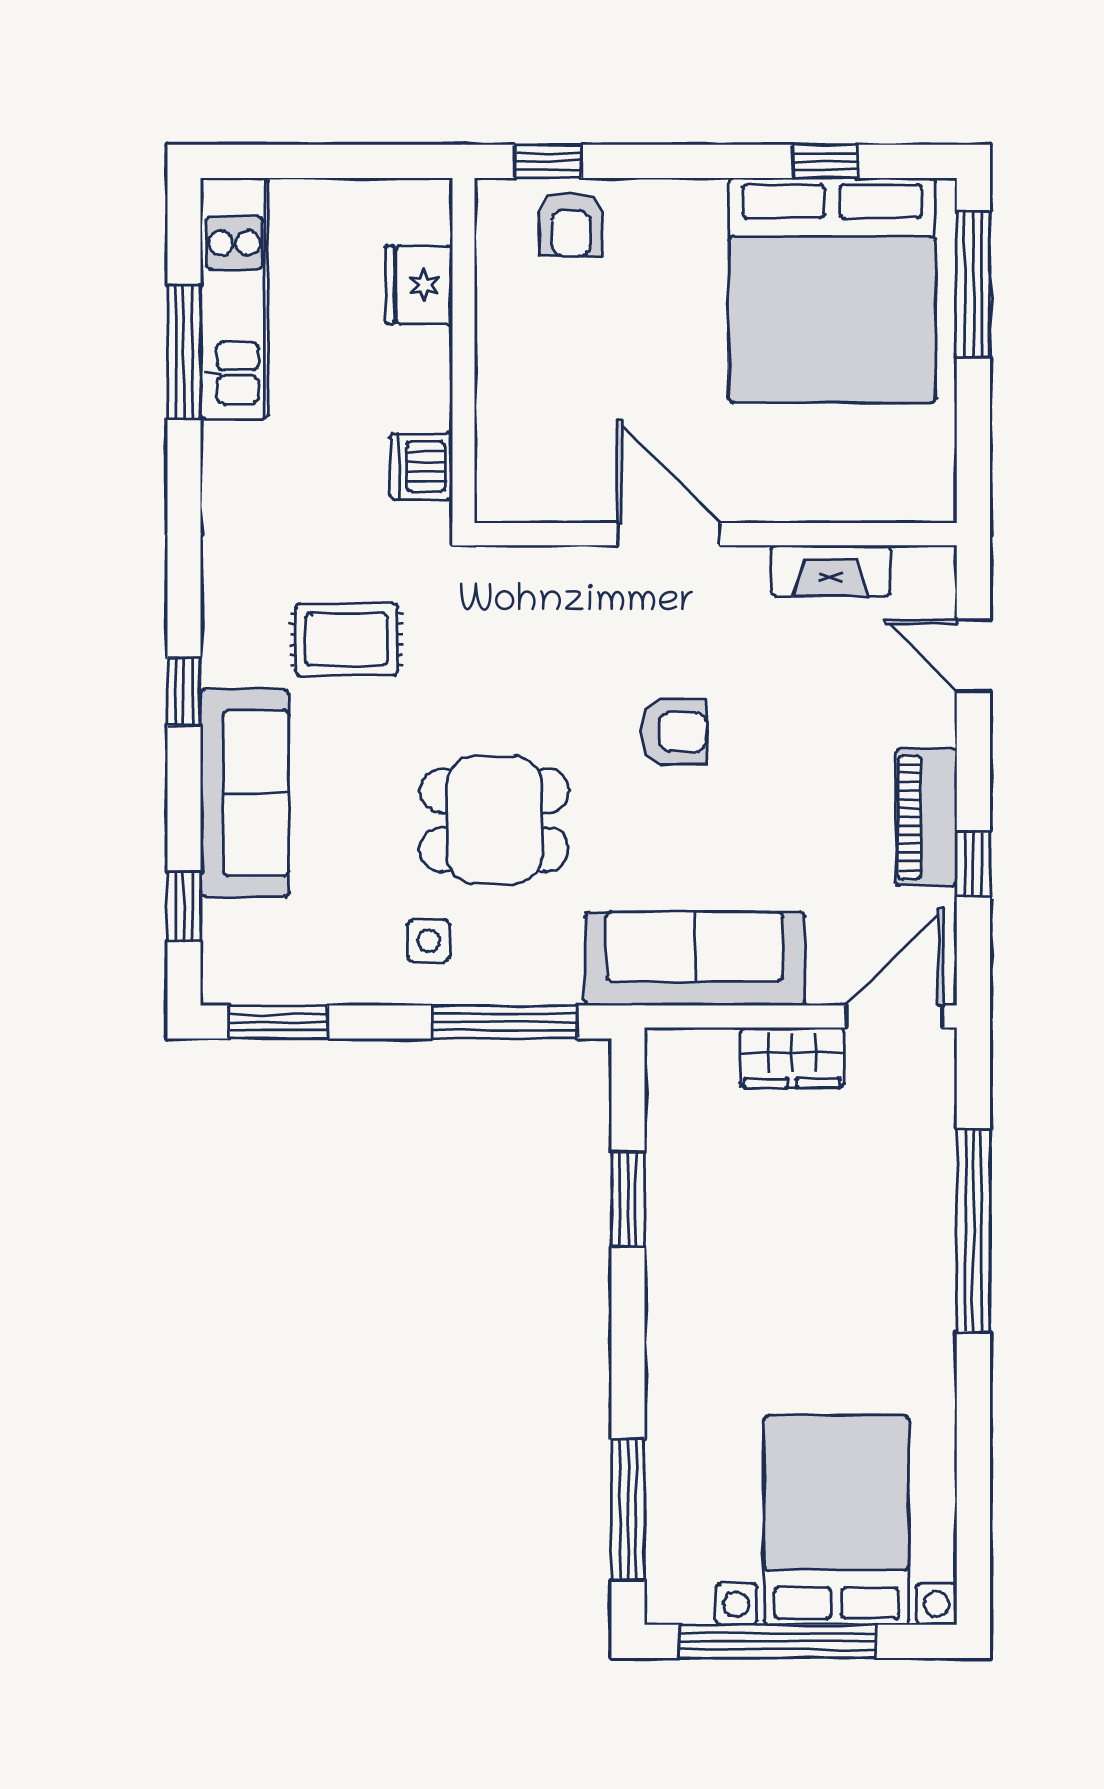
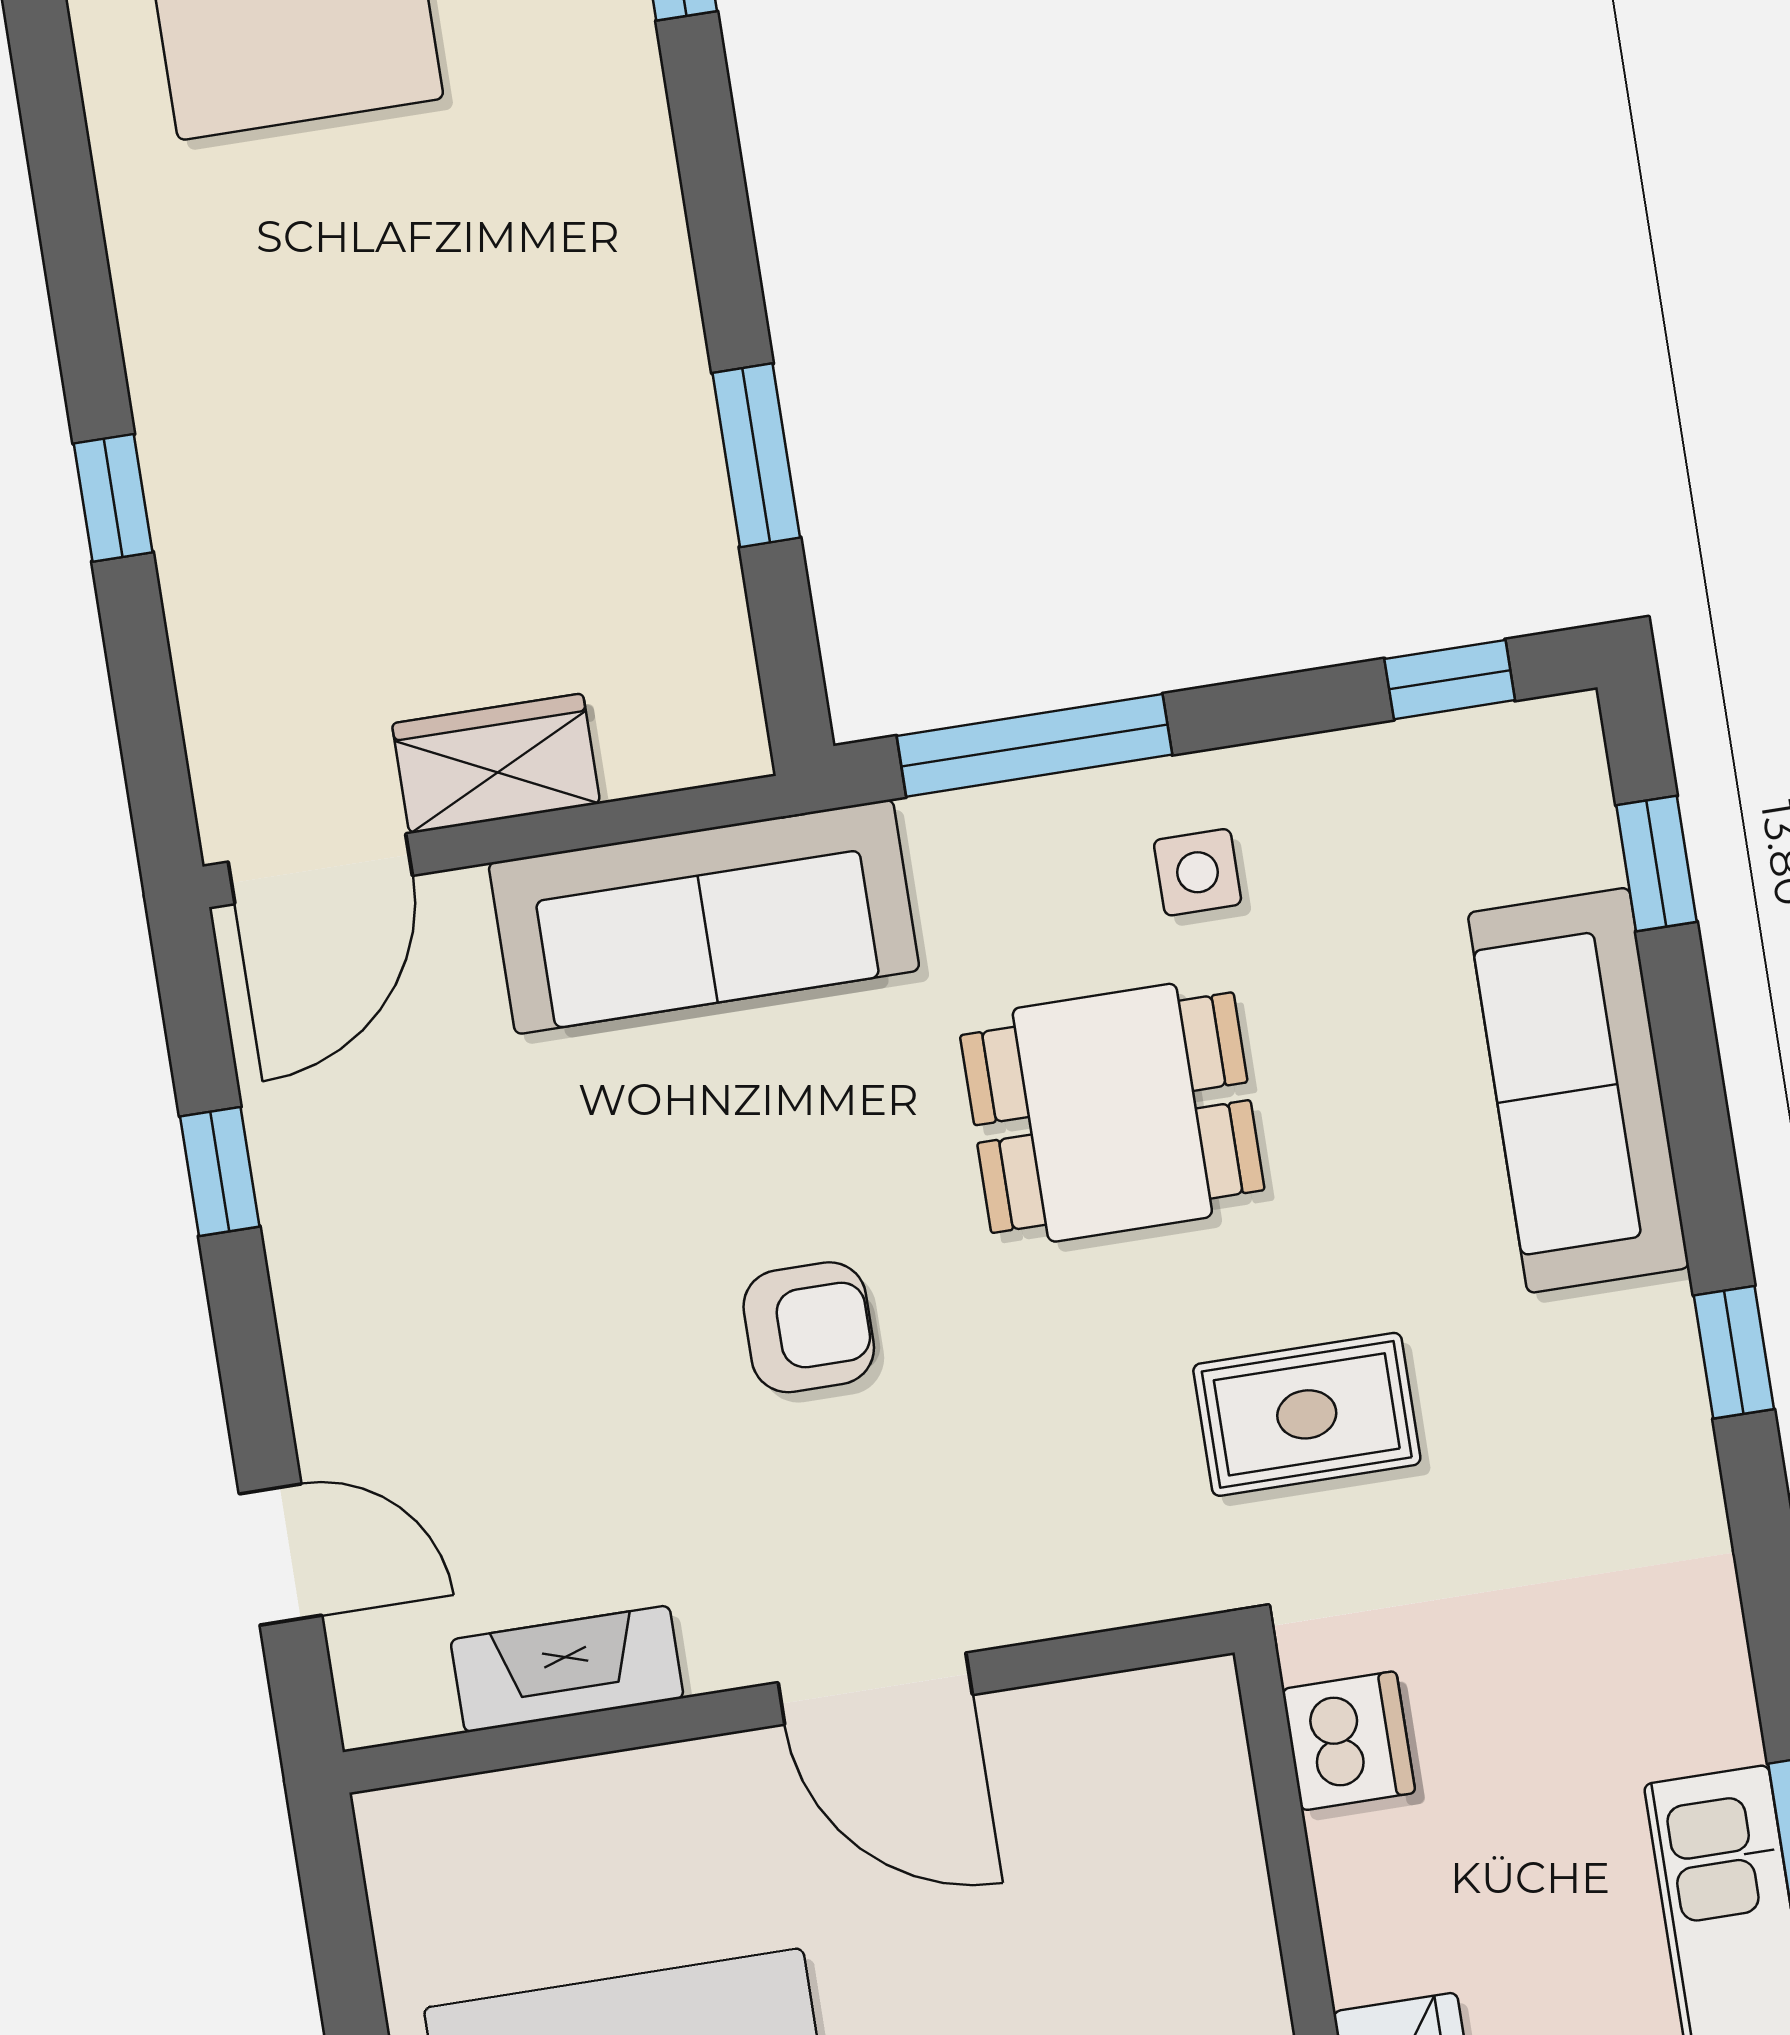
rug: (347, 639) -> (1307, 1414), moved
window: (184, 691) -> (1734, 1352), moved
armchair: (673, 732) -> (809, 1327), turned 180
piano: (926, 817) -> (320, 1244), removed
window: (278, 1022) -> (1450, 680), width x0.67
window: (973, 1231) -> (113, 498), width x0.32

